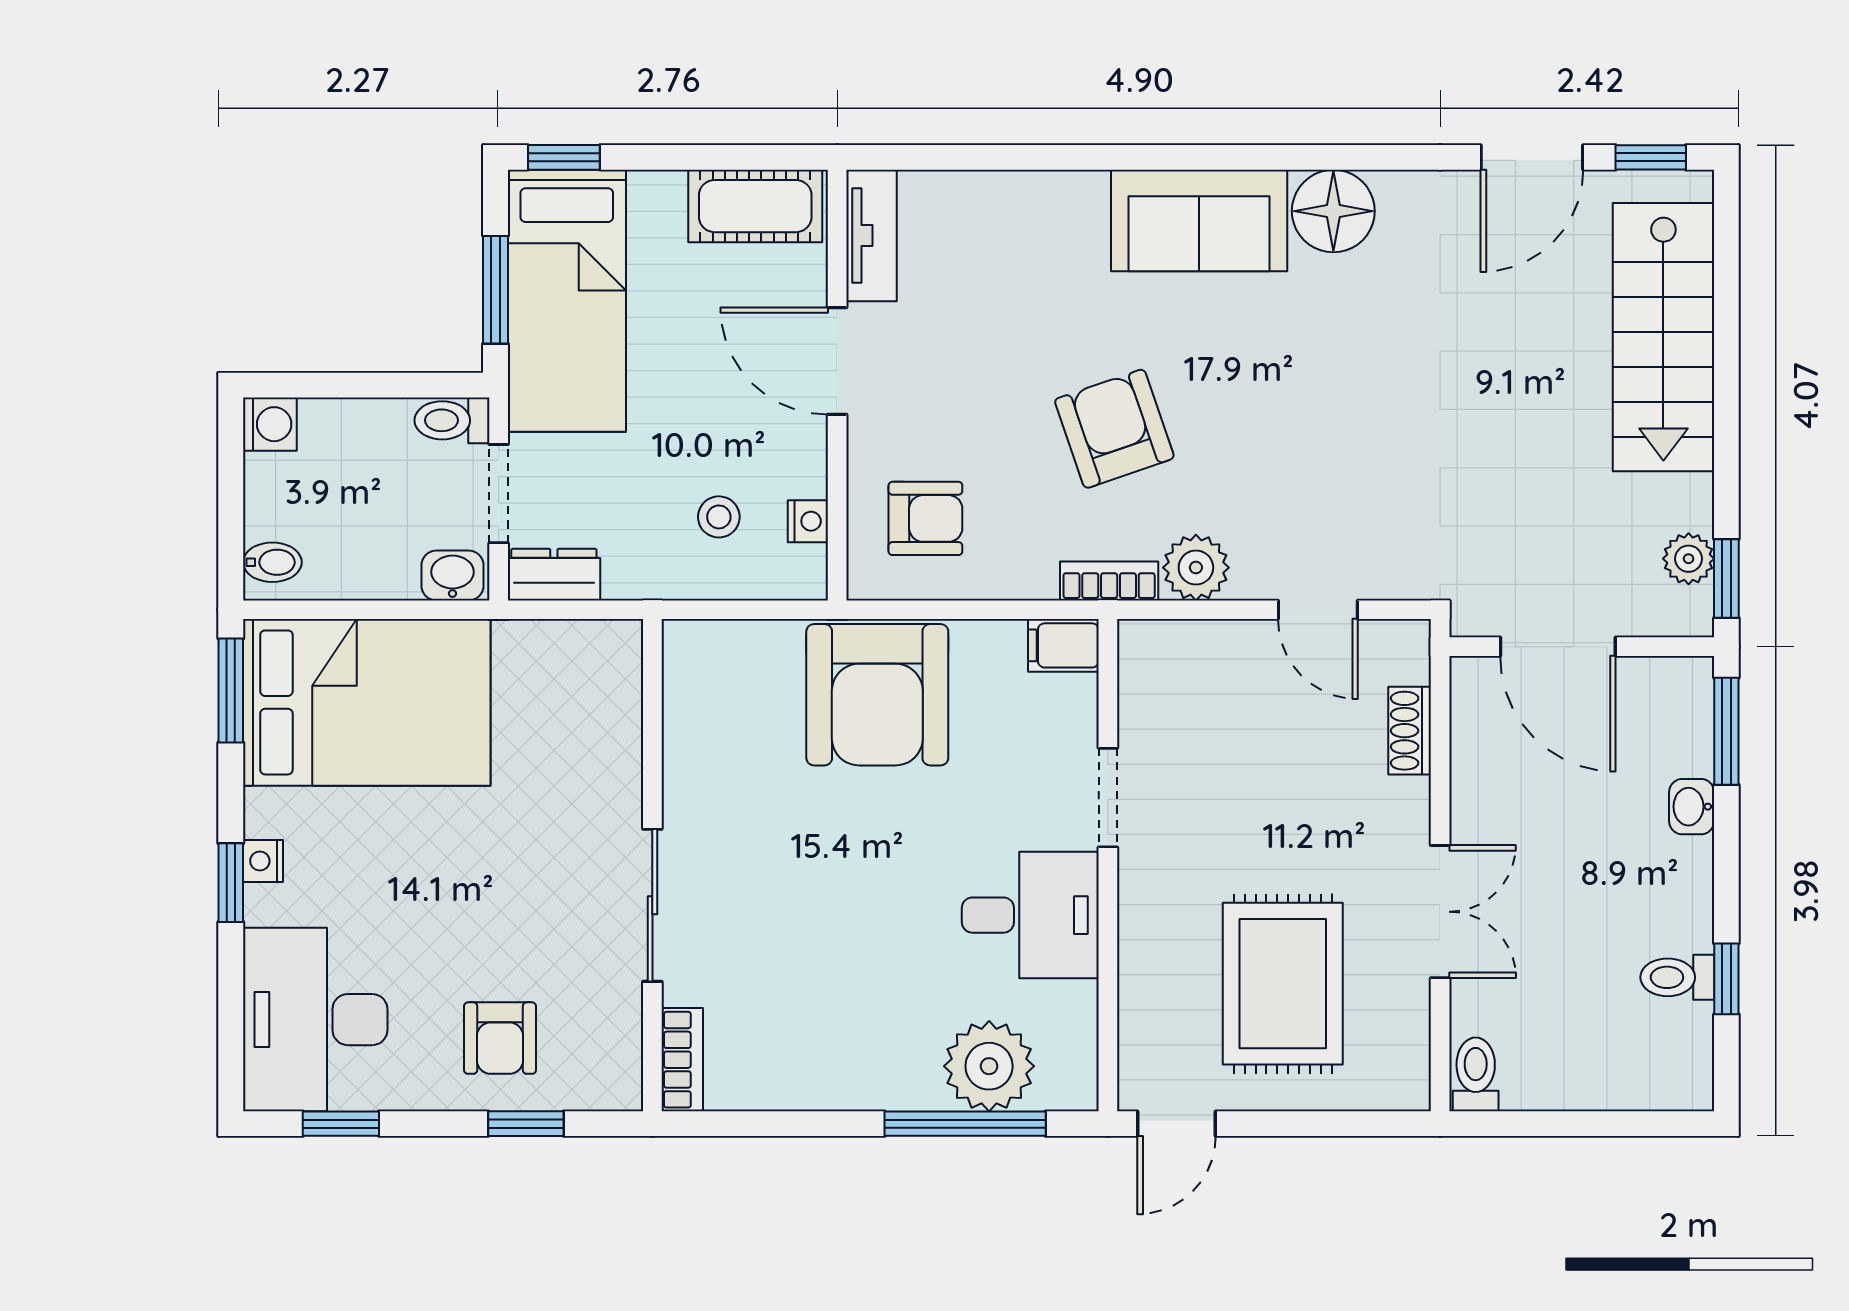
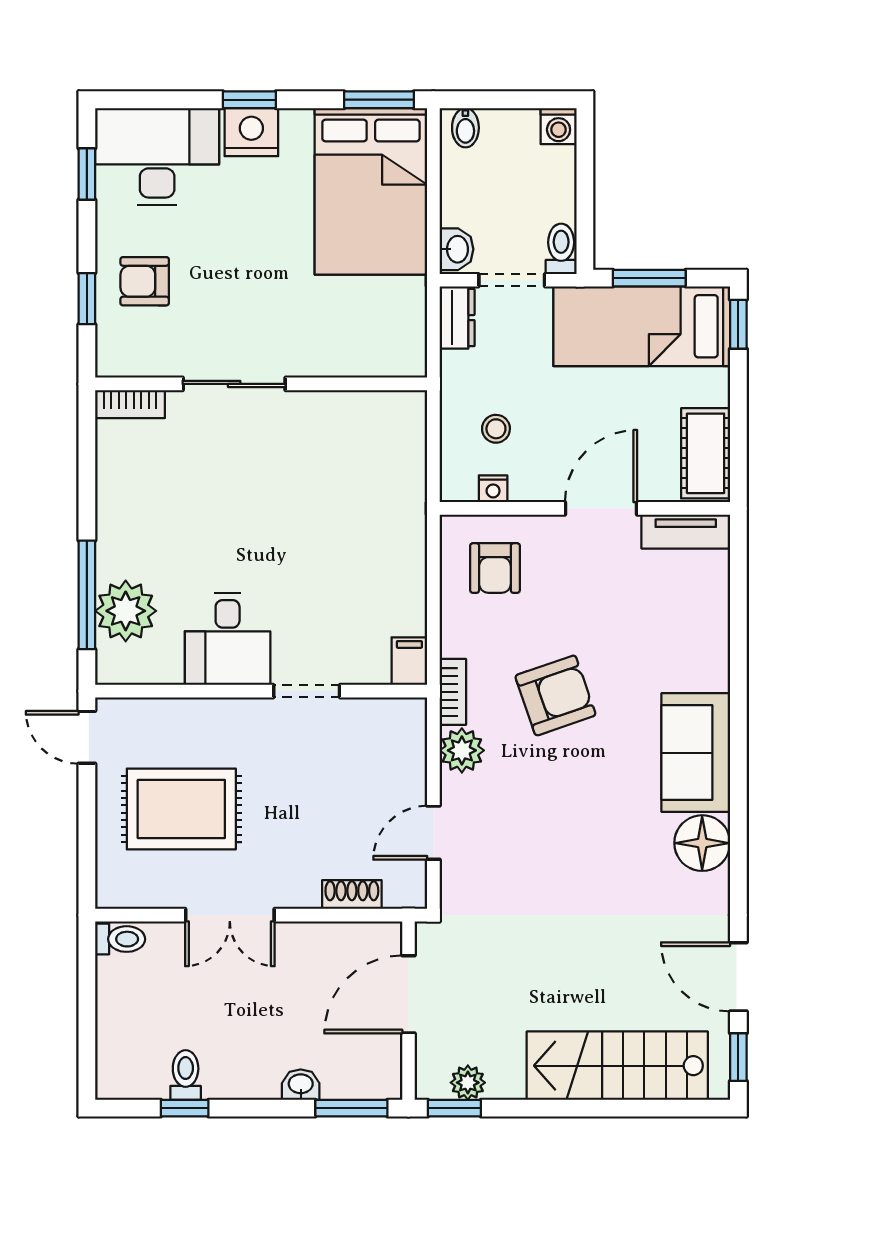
armchair: (877, 695) -> (376, 536), removed
nightstand: (263, 861) -> (251, 132), width x1.89, depth x1.79

